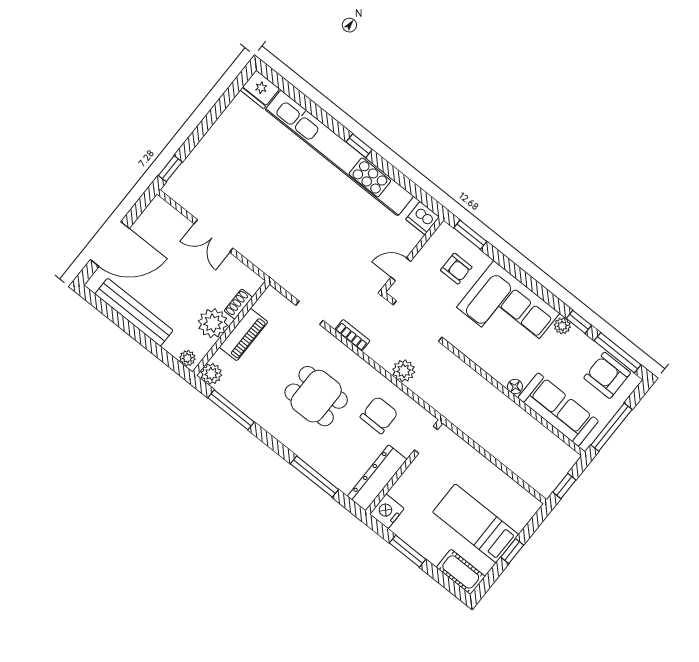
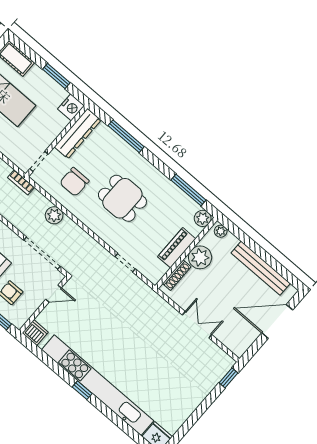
shoe rack: (238, 304) -> (177, 275), width x1.43
bookcase: (352, 335) -> (21, 182), moved

